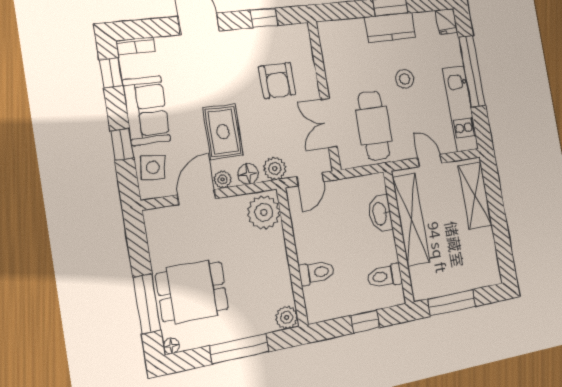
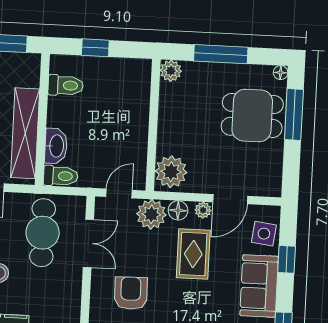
plant: (275, 169) -> (151, 214), width x1.36, depth x1.36
toilet: (316, 273) -> (61, 176), moved, turned 180

